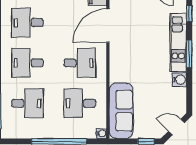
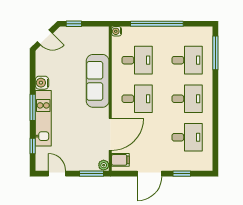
desk: (80, 63) -> (137, 99), turned 180
desk: (27, 103) -> (187, 60), turned 180
sofa: (121, 111) -> (98, 81), moved

